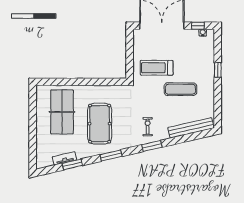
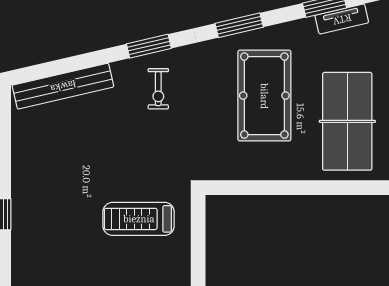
treadmill: (157, 68) -> (139, 219), turned 180
exercise mat: (180, 89) -> (86, 171), removed

